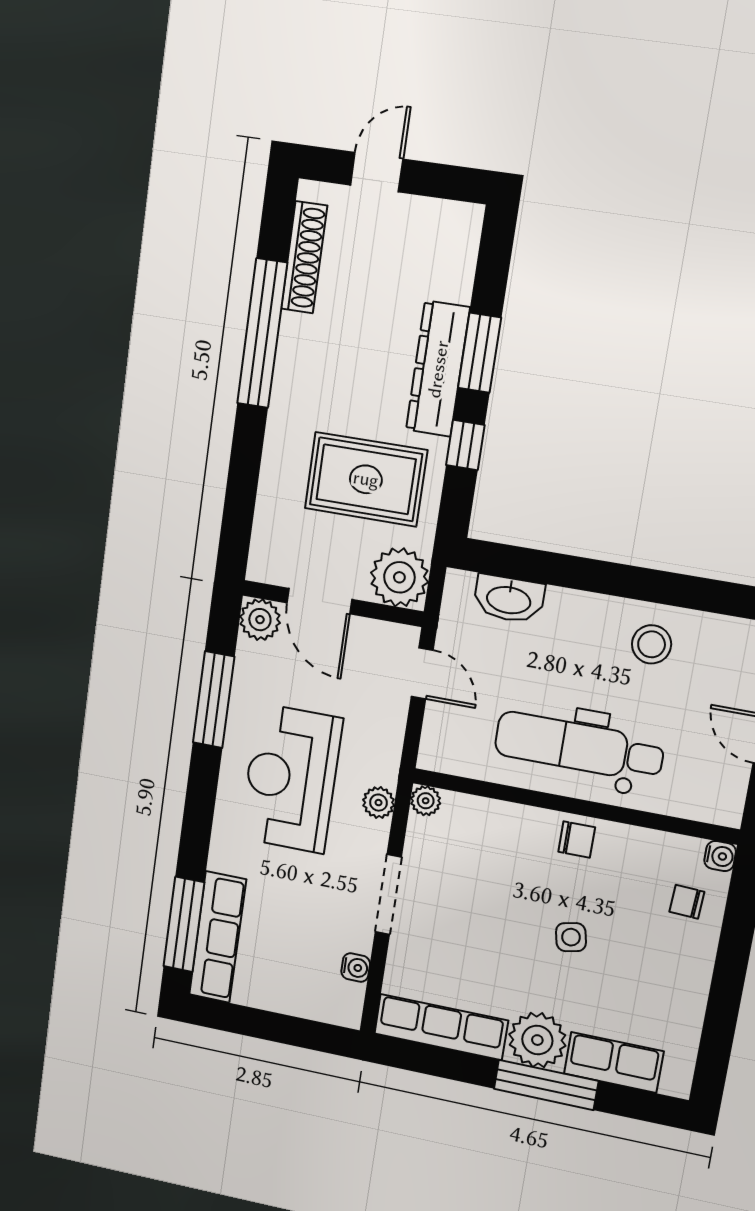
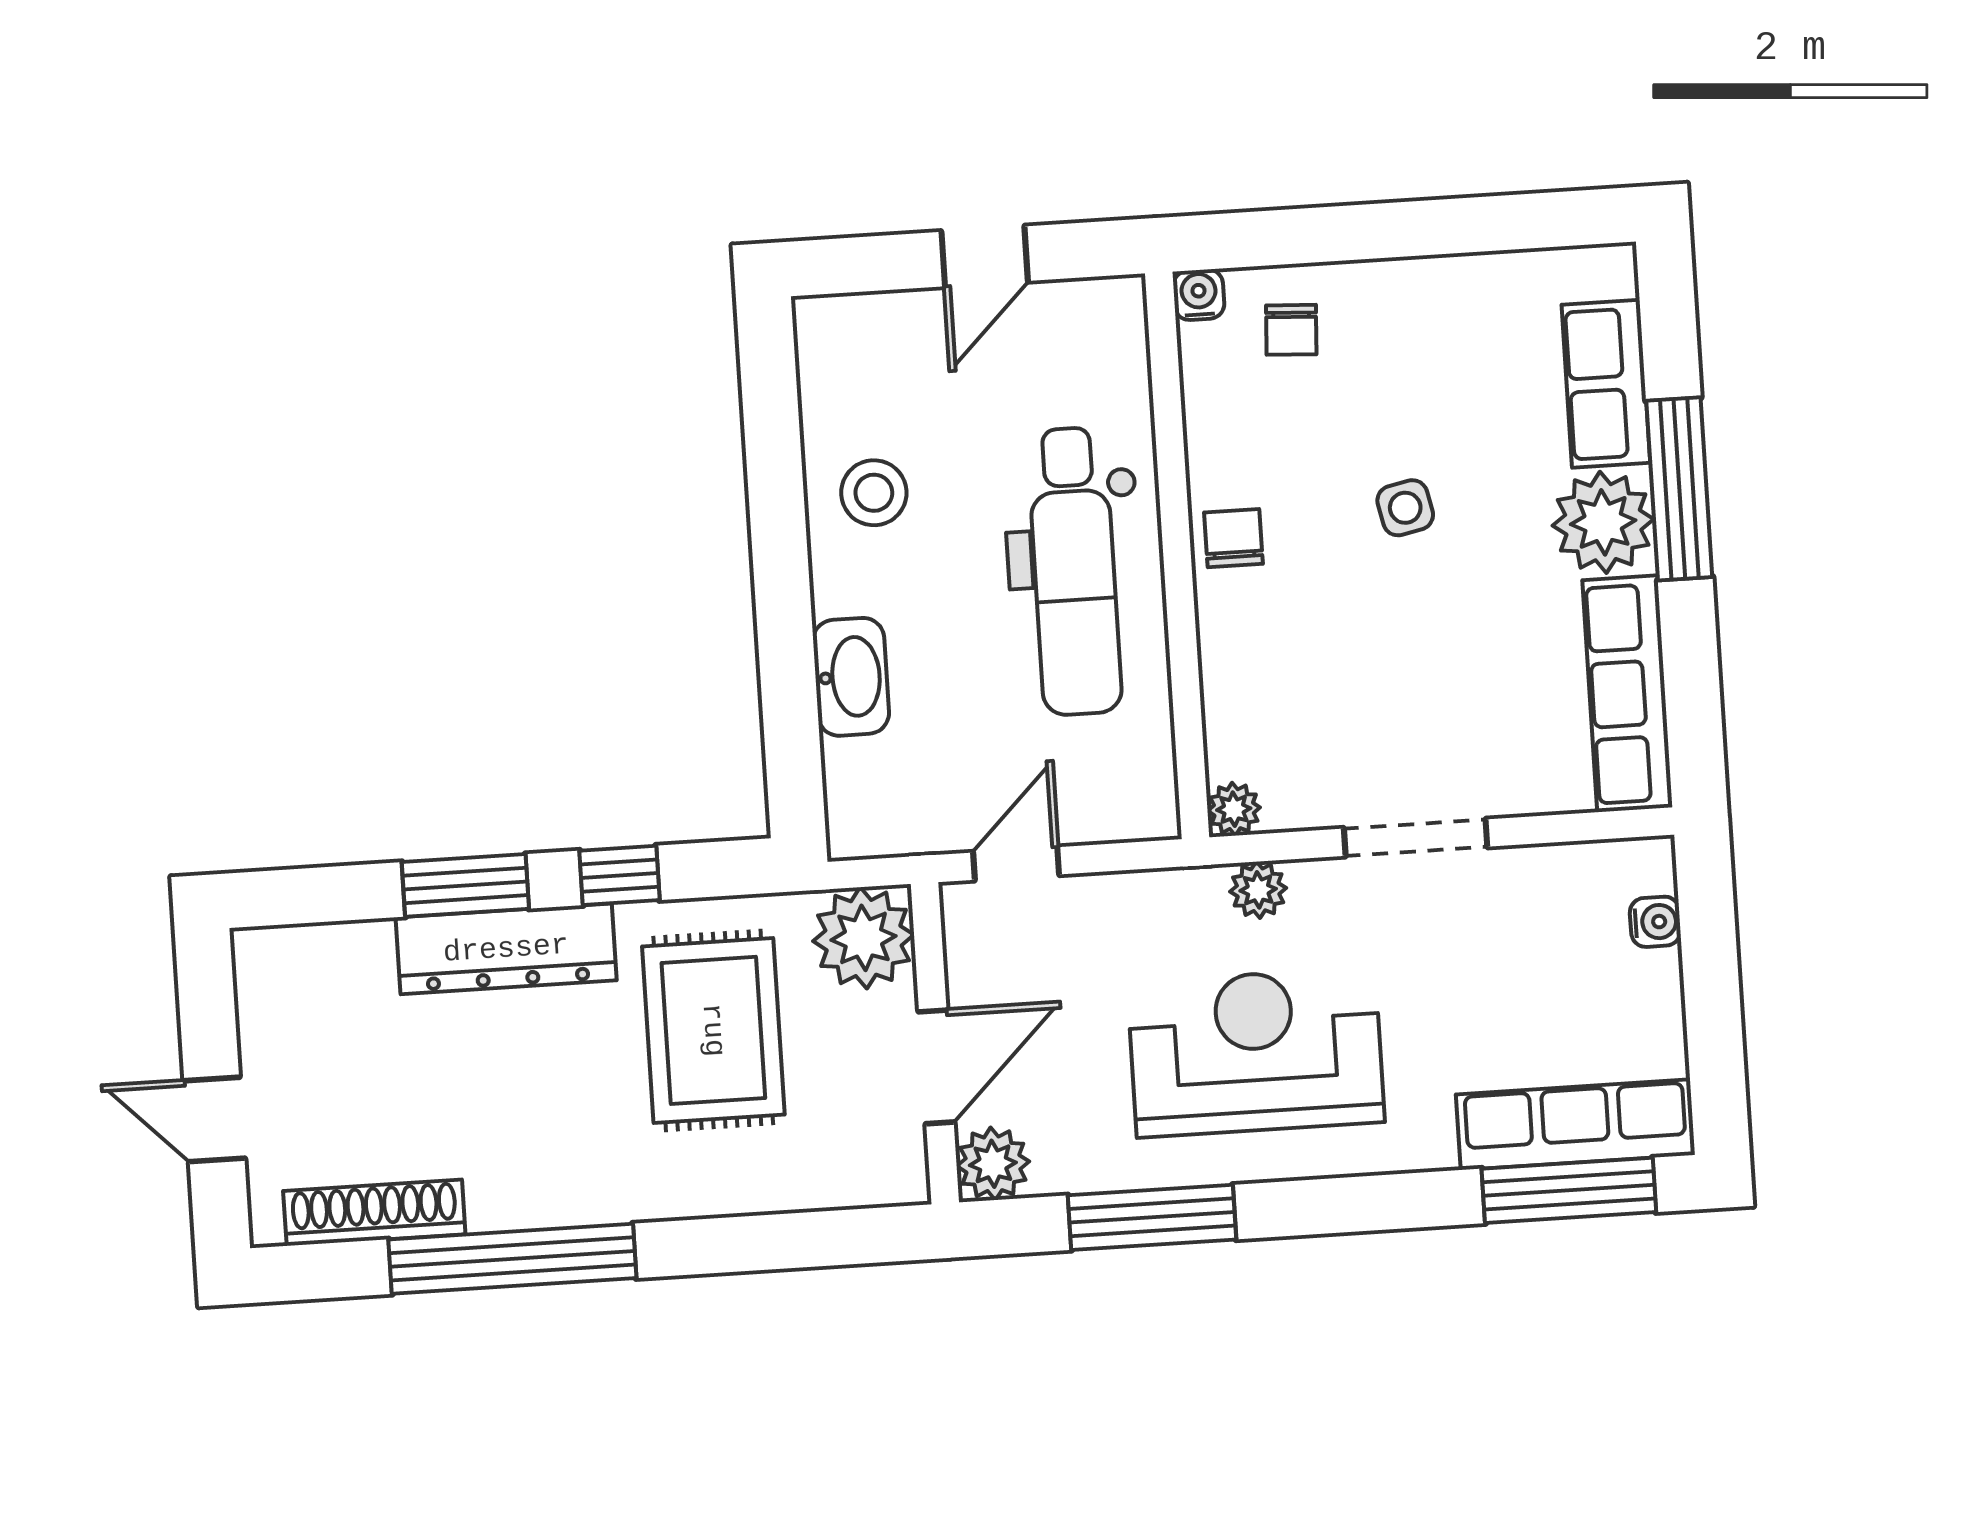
washbasin: (509, 599) -> (851, 677), moved
reception desk: (291, 779) -> (1256, 1052), turned 180
water cooler: (356, 968) -> (1655, 922), moved, turned 90

